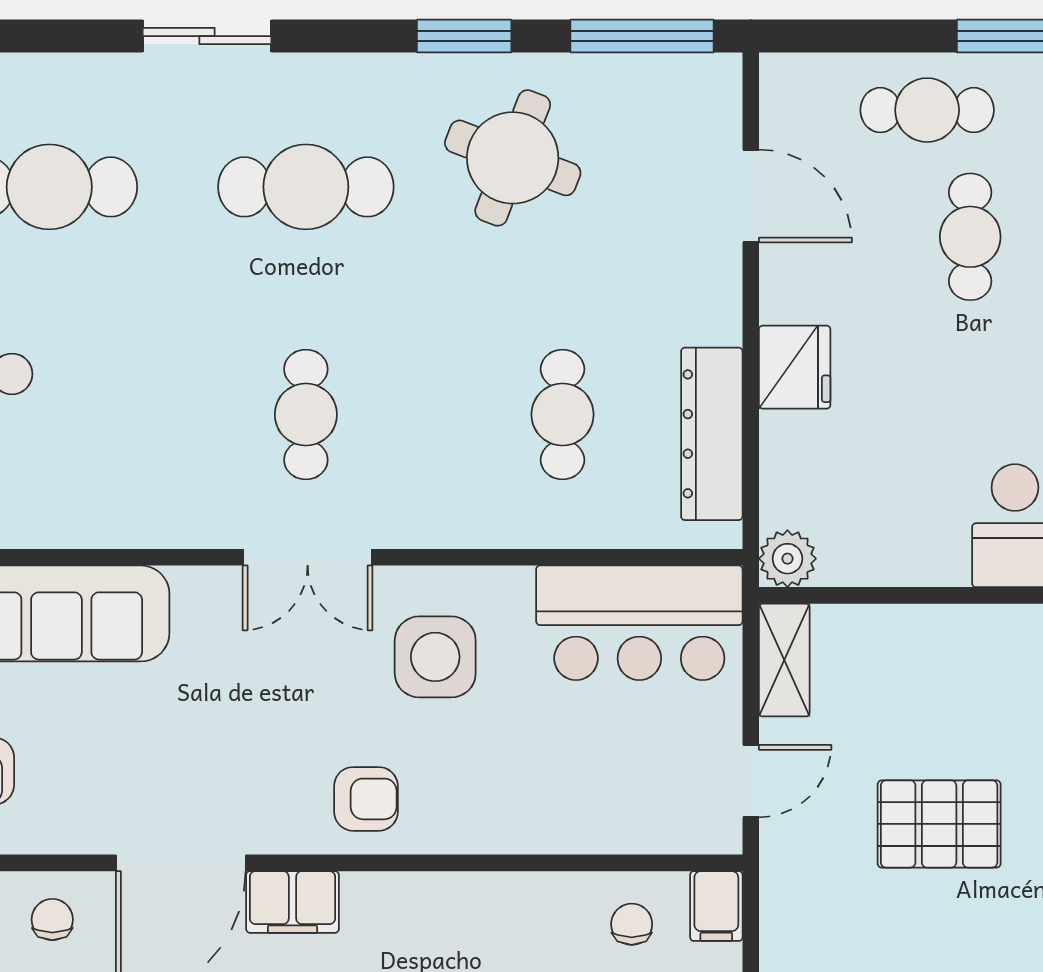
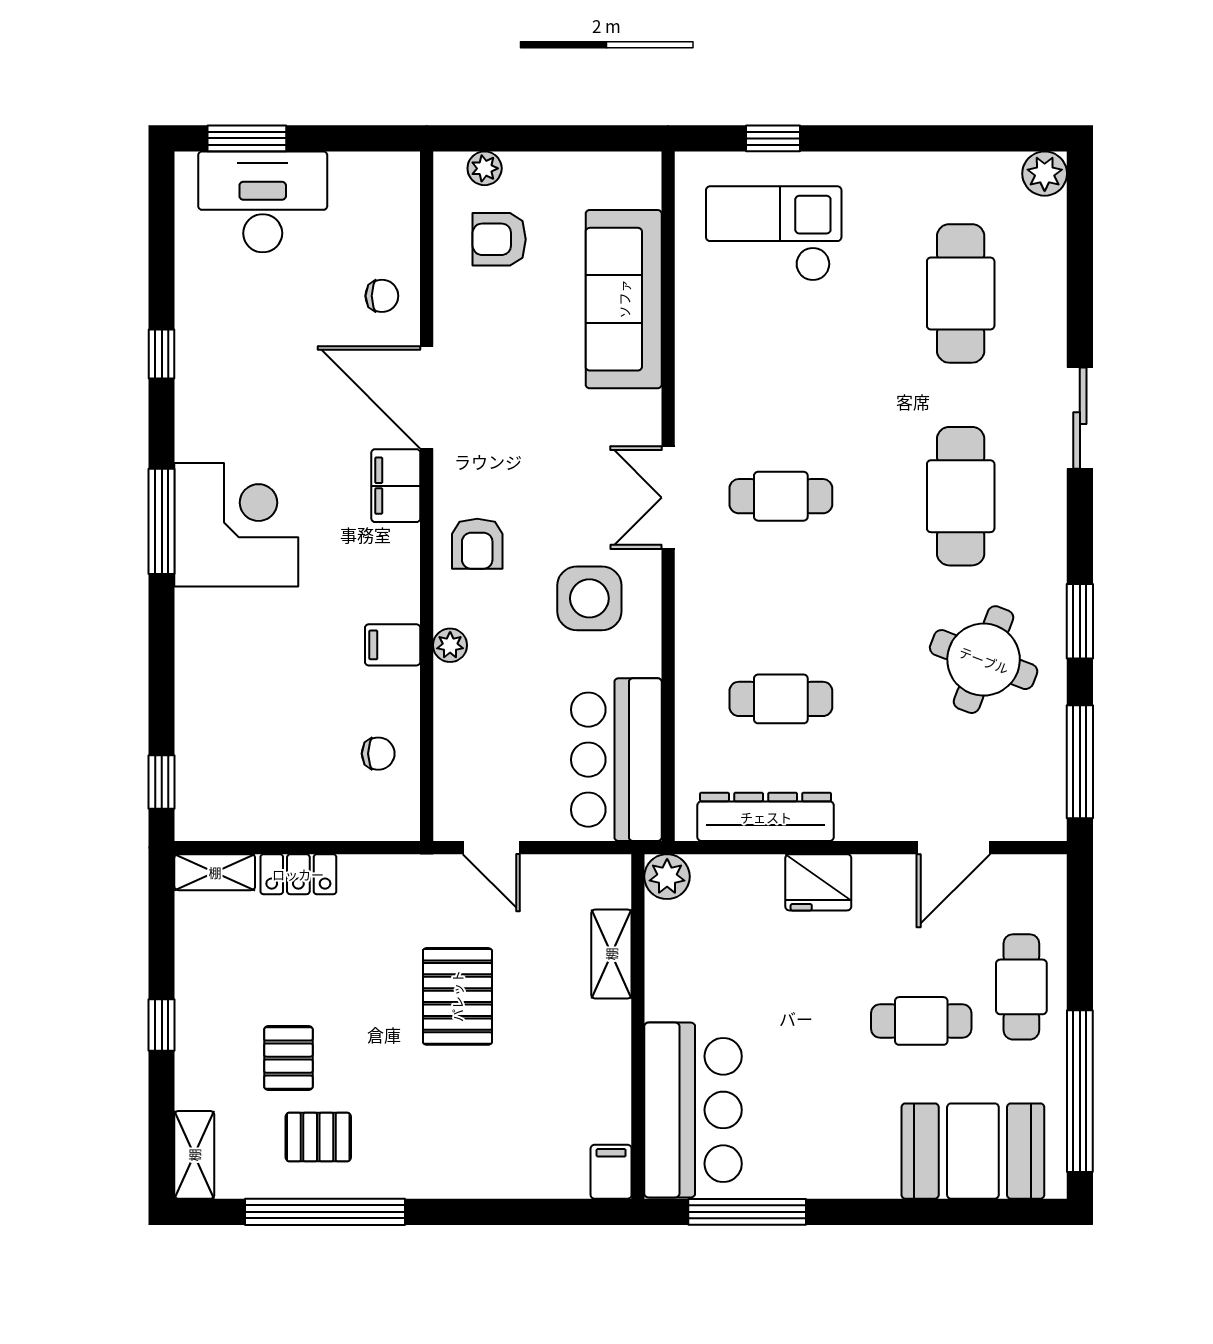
shelving: (784, 660) -> (611, 954), moved, turned 90
plant: (495, 833) -> (450, 645), added
filing cabinet: (716, 906) -> (393, 645), moved

